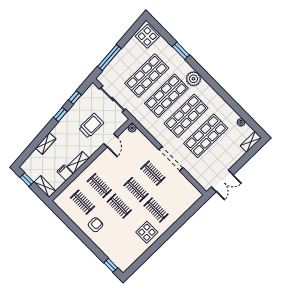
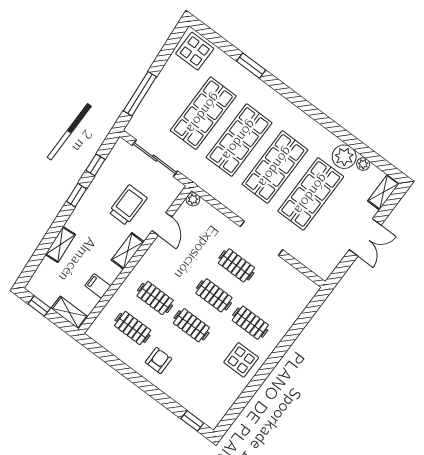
plant: (194, 79) -> (344, 157), moved
shelving: (78, 162) -> (128, 251), moved
double door: (222, 181) -> (365, 237), moved

